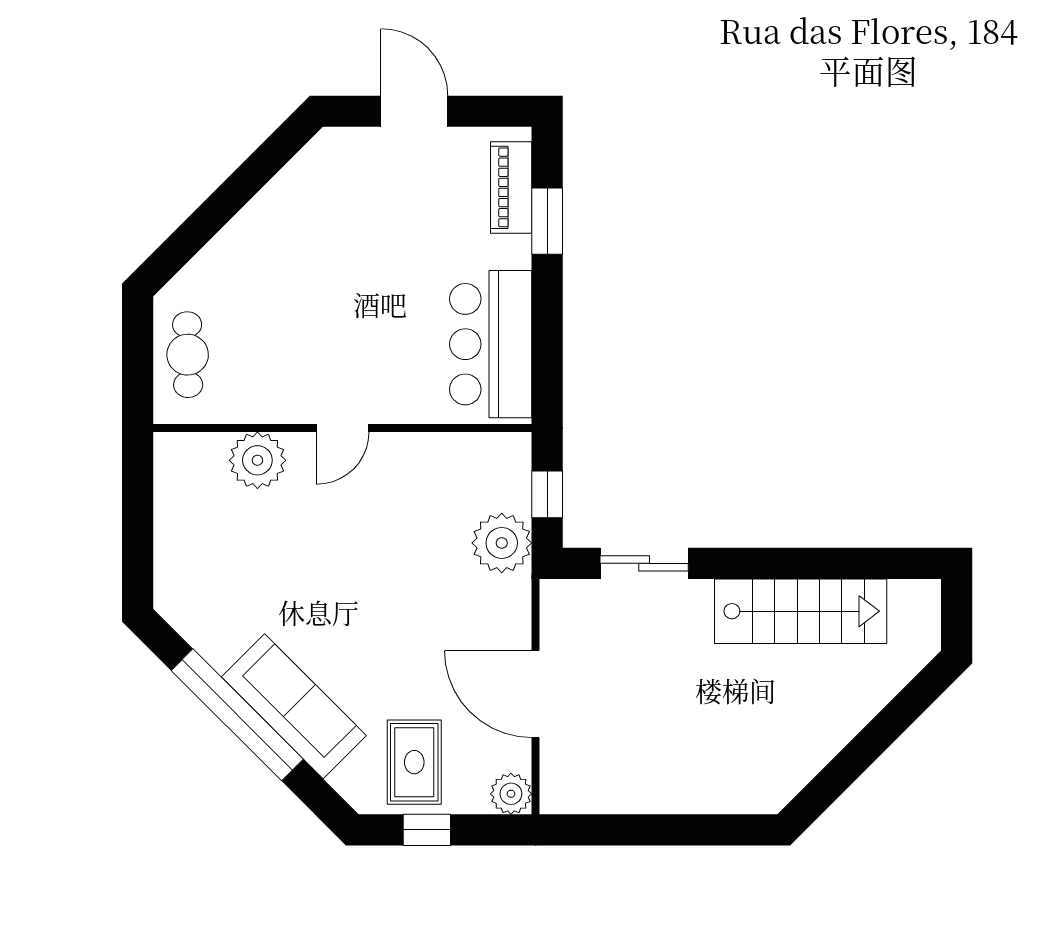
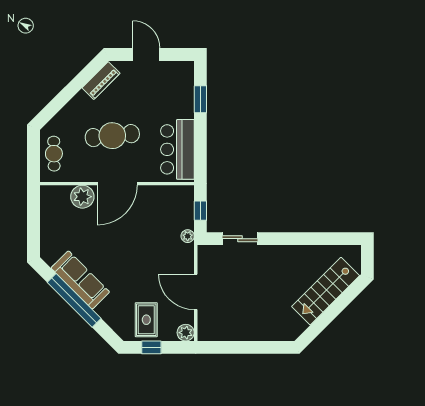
piano: (511, 187) -> (101, 81), moved, turned -135
cafe table: (331, 310) -> (112, 136), added
door: (343, 428) -> (117, 184), width x1.87
plant: (502, 543) -> (188, 236), width x0.53, depth x0.53
stairs: (801, 611) -> (326, 291), moved, turned 135
sofa: (294, 706) -> (80, 280), moved

